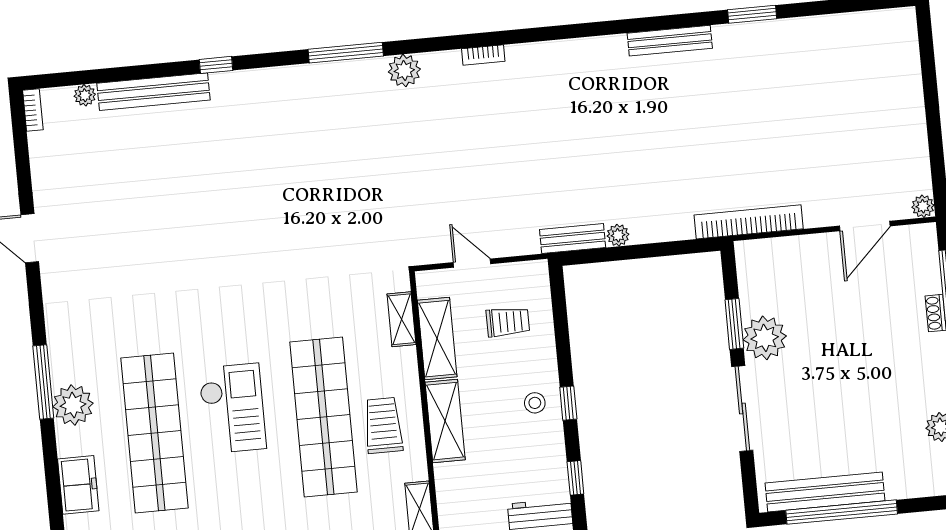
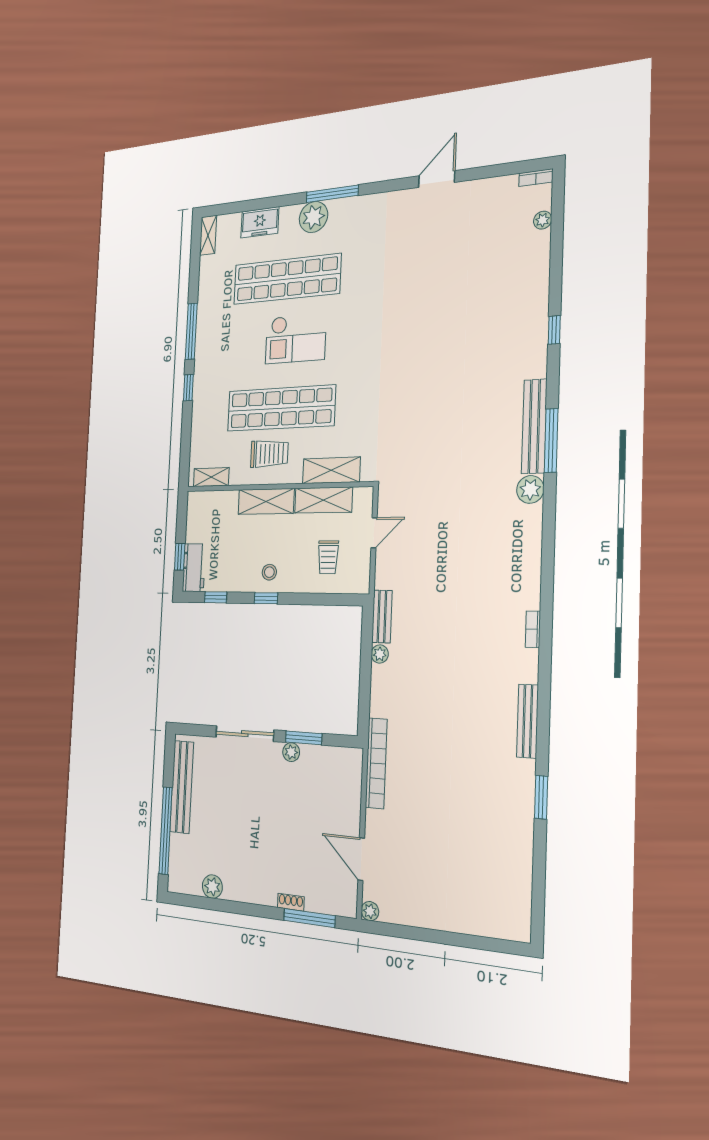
bookcase: (483, 55) -> (533, 629), moved
bench: (153, 92) -> (534, 426), moved
shelving: (402, 319) -> (331, 470), width x1.50, depth x1.33
plant: (765, 338) -> (291, 752), width x0.53, depth x0.53
window: (842, 512) -> (166, 831), moved

